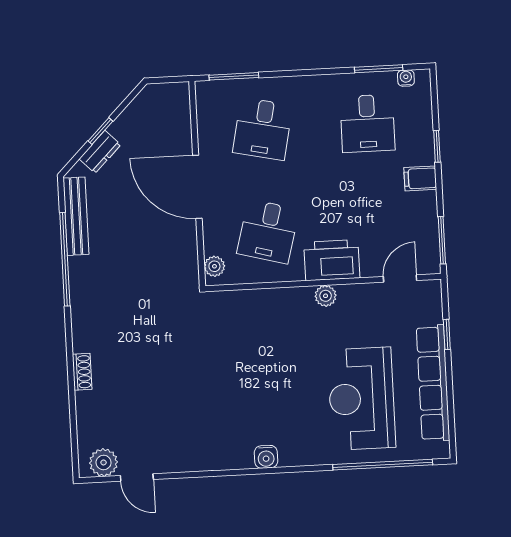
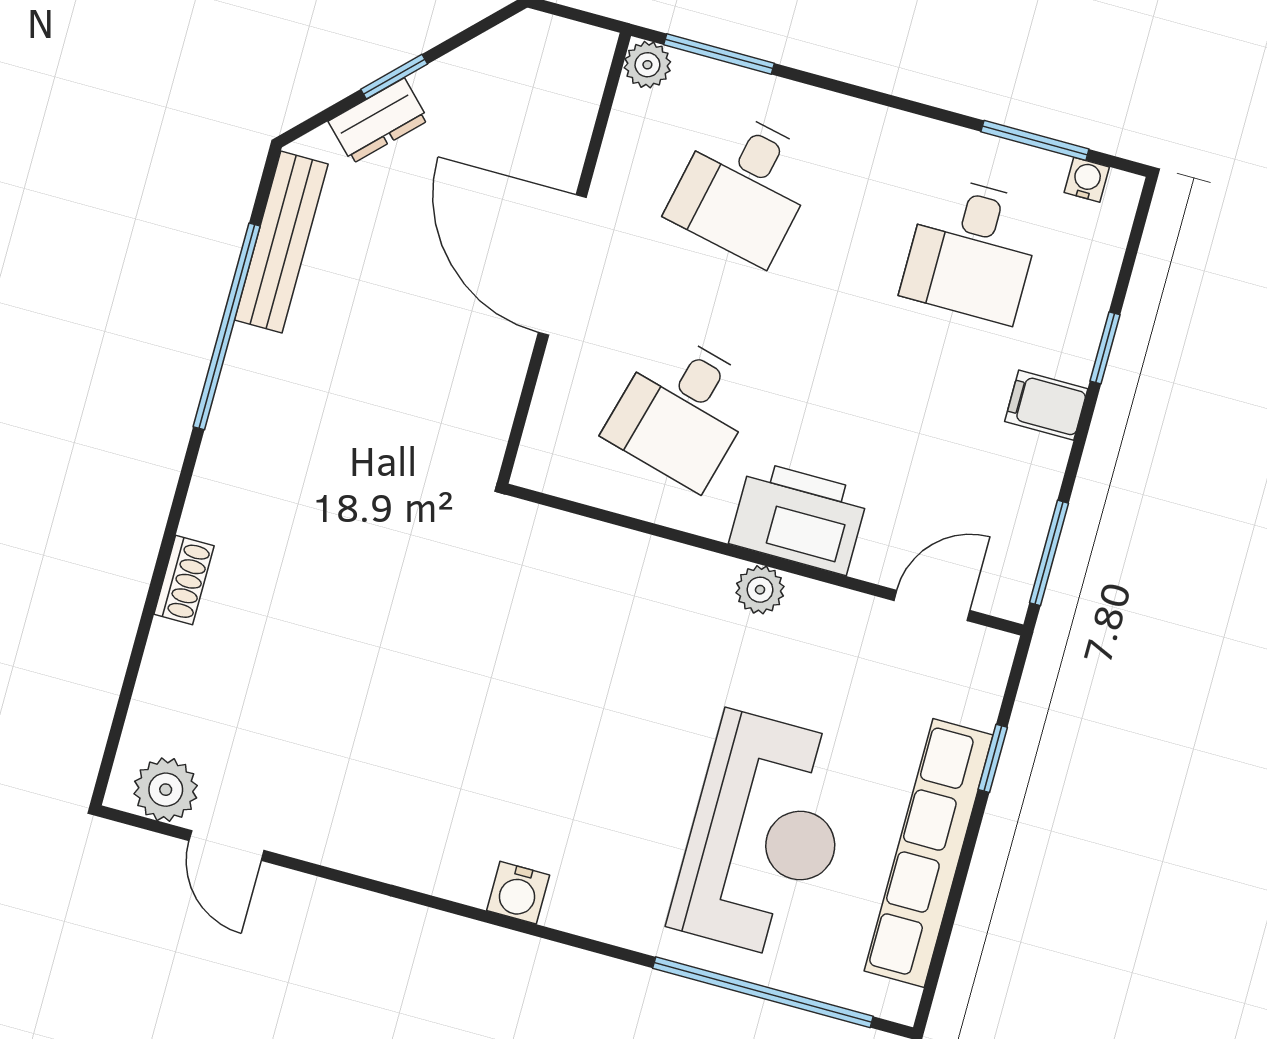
plant: (214, 266) -> (647, 65), moved
reception desk: (362, 399) -> (764, 836), turned 180

